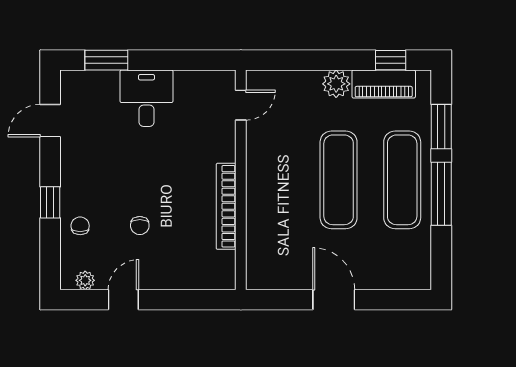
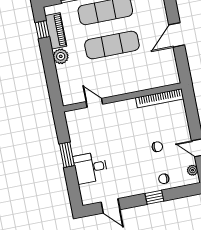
window: (106, 60) -> (67, 155), moved
desk: (146, 98) -> (91, 168), moved
door: (241, 105) -> (94, 103), moved
bookcase: (226, 206) -> (160, 98), moved

